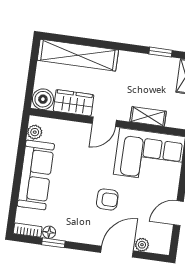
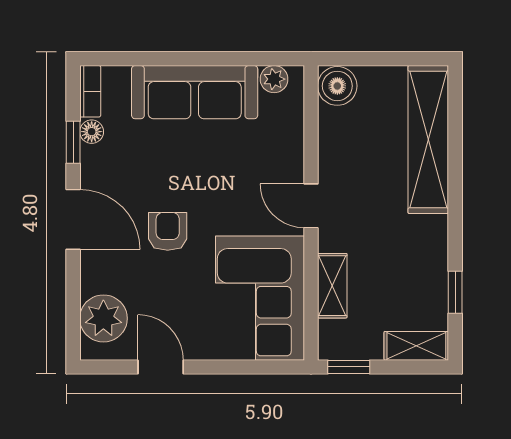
wardrobe: (74, 103) -> (338, 144), removed
armchair: (107, 199) -> (168, 231), turned 180
plant: (142, 245) -> (103, 318), width x1.87, depth x1.87
door: (117, 252) -> (73, 219), moved

